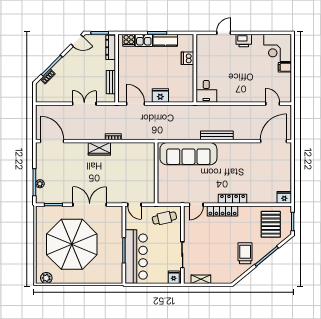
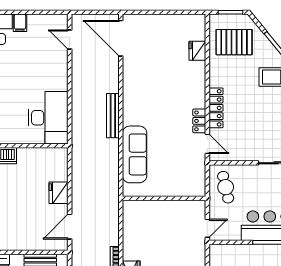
desk: (206, 91) -> (48, 118), width x1.87, depth x1.30
door: (273, 104) -> (70, 39), hinge flipped
sofa: (188, 154) -> (135, 154), width x0.74, depth x0.79
fridge: (284, 197) -> (197, 51), moved
locker: (233, 199) -> (199, 121), moved, width x0.66

